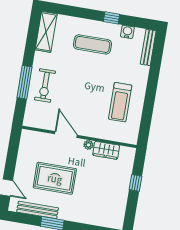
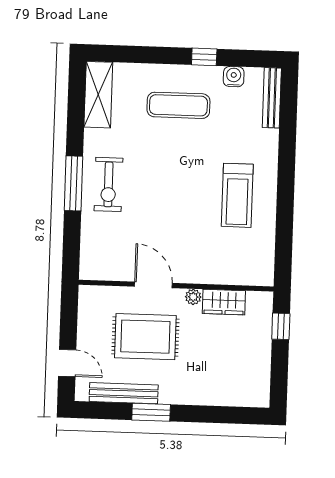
door: (66, 135) -> (153, 285), moved
wall: (79, 137) -> (176, 286), moved
plant: (88, 145) -> (193, 297), moved
wardrobe: (106, 150) -> (224, 302), moved

